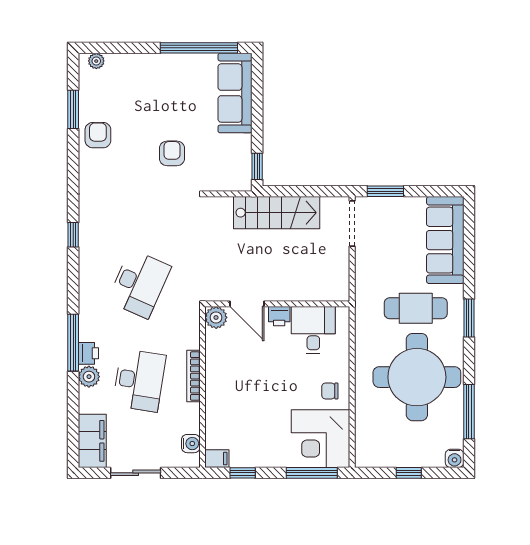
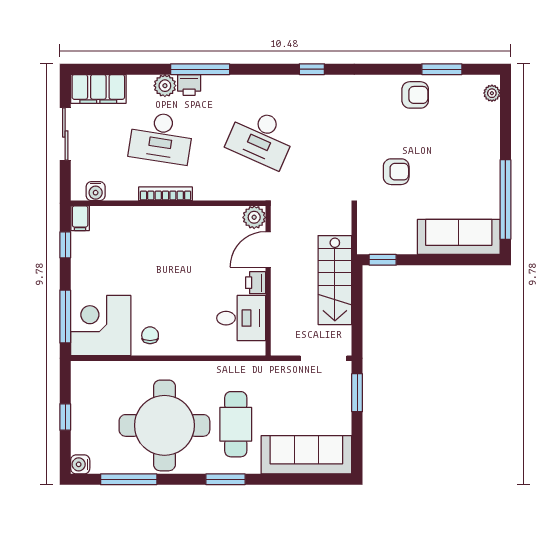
door: (247, 304) -> (268, 249), moved
wall: (277, 304) -> (268, 281), moved
printer: (279, 316) -> (256, 283), moved
plant: (216, 317) -> (254, 217), moved
desk: (313, 330) -> (241, 318), moved

